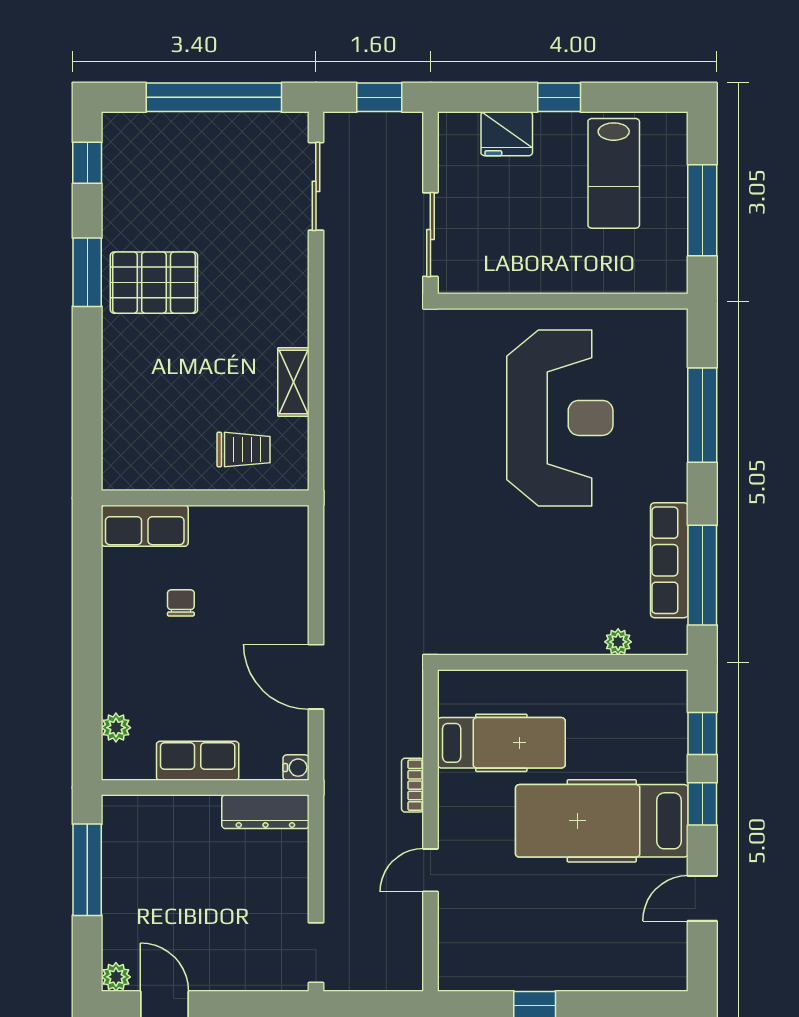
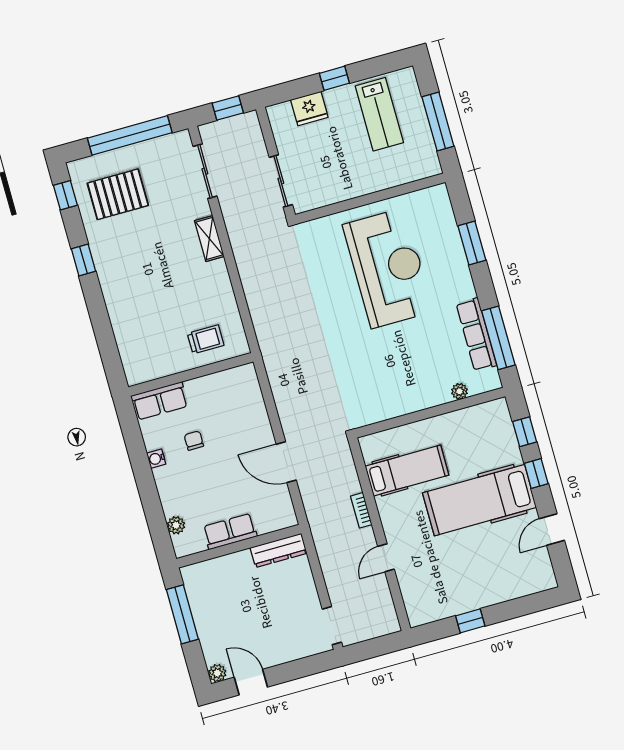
window: (87, 272) -> (83, 260), width x0.67
pallet: (154, 283) -> (118, 194), moved
shelving: (293, 382) -> (209, 239), moved
window: (702, 415) -> (472, 243), width x0.69
water cooler: (296, 768) -> (156, 459), moved, turned 180

